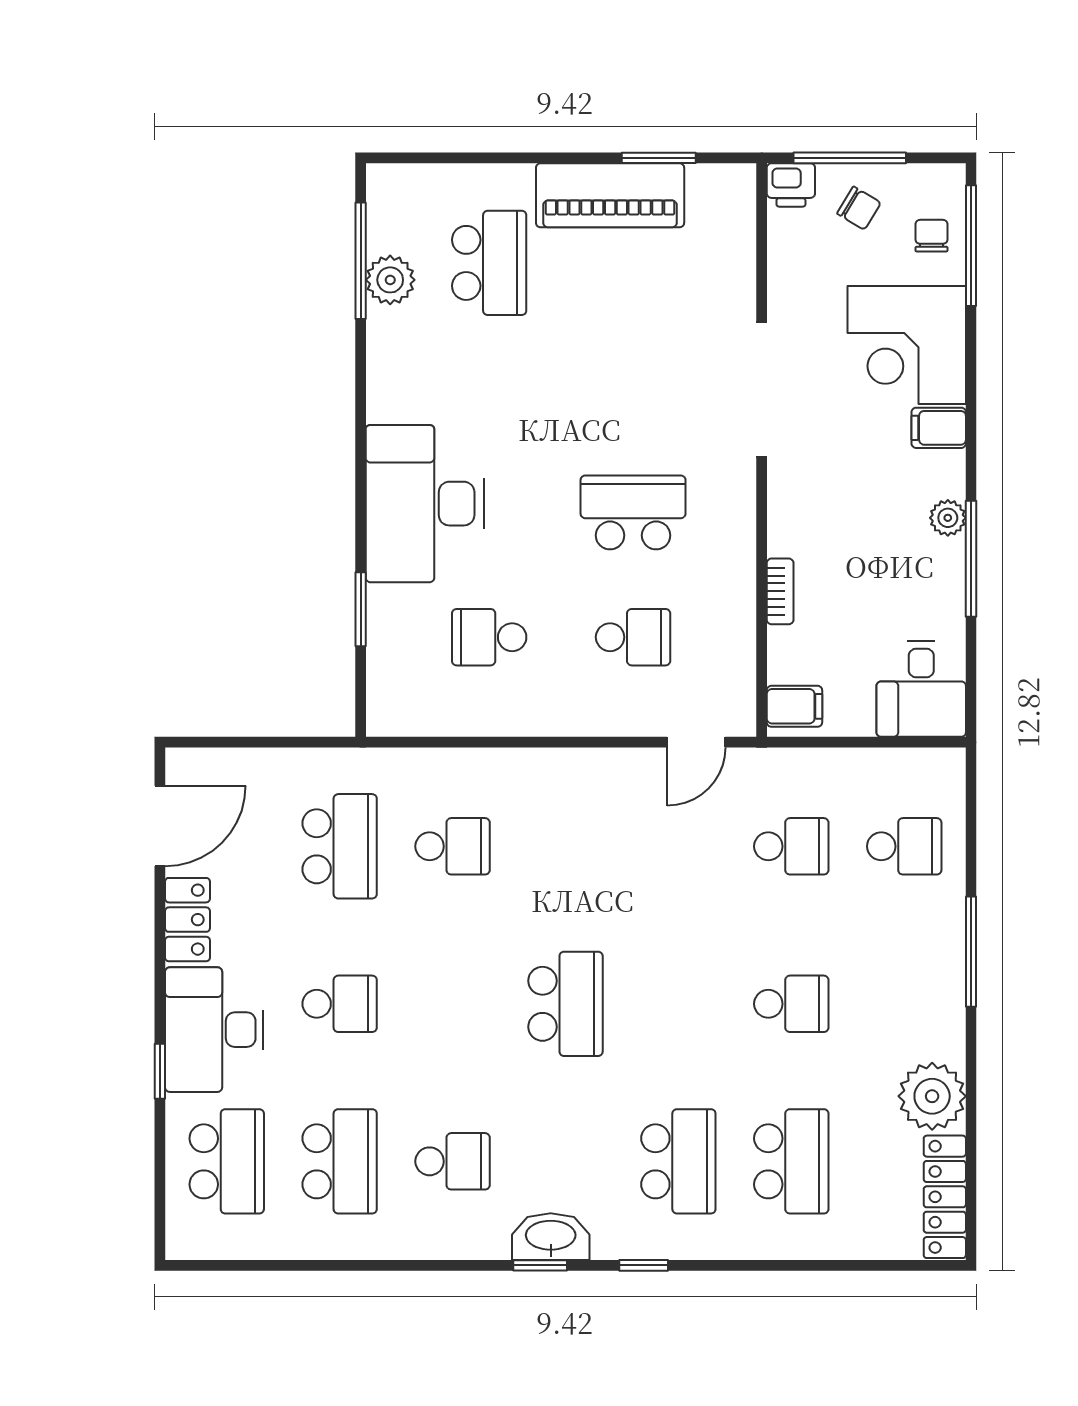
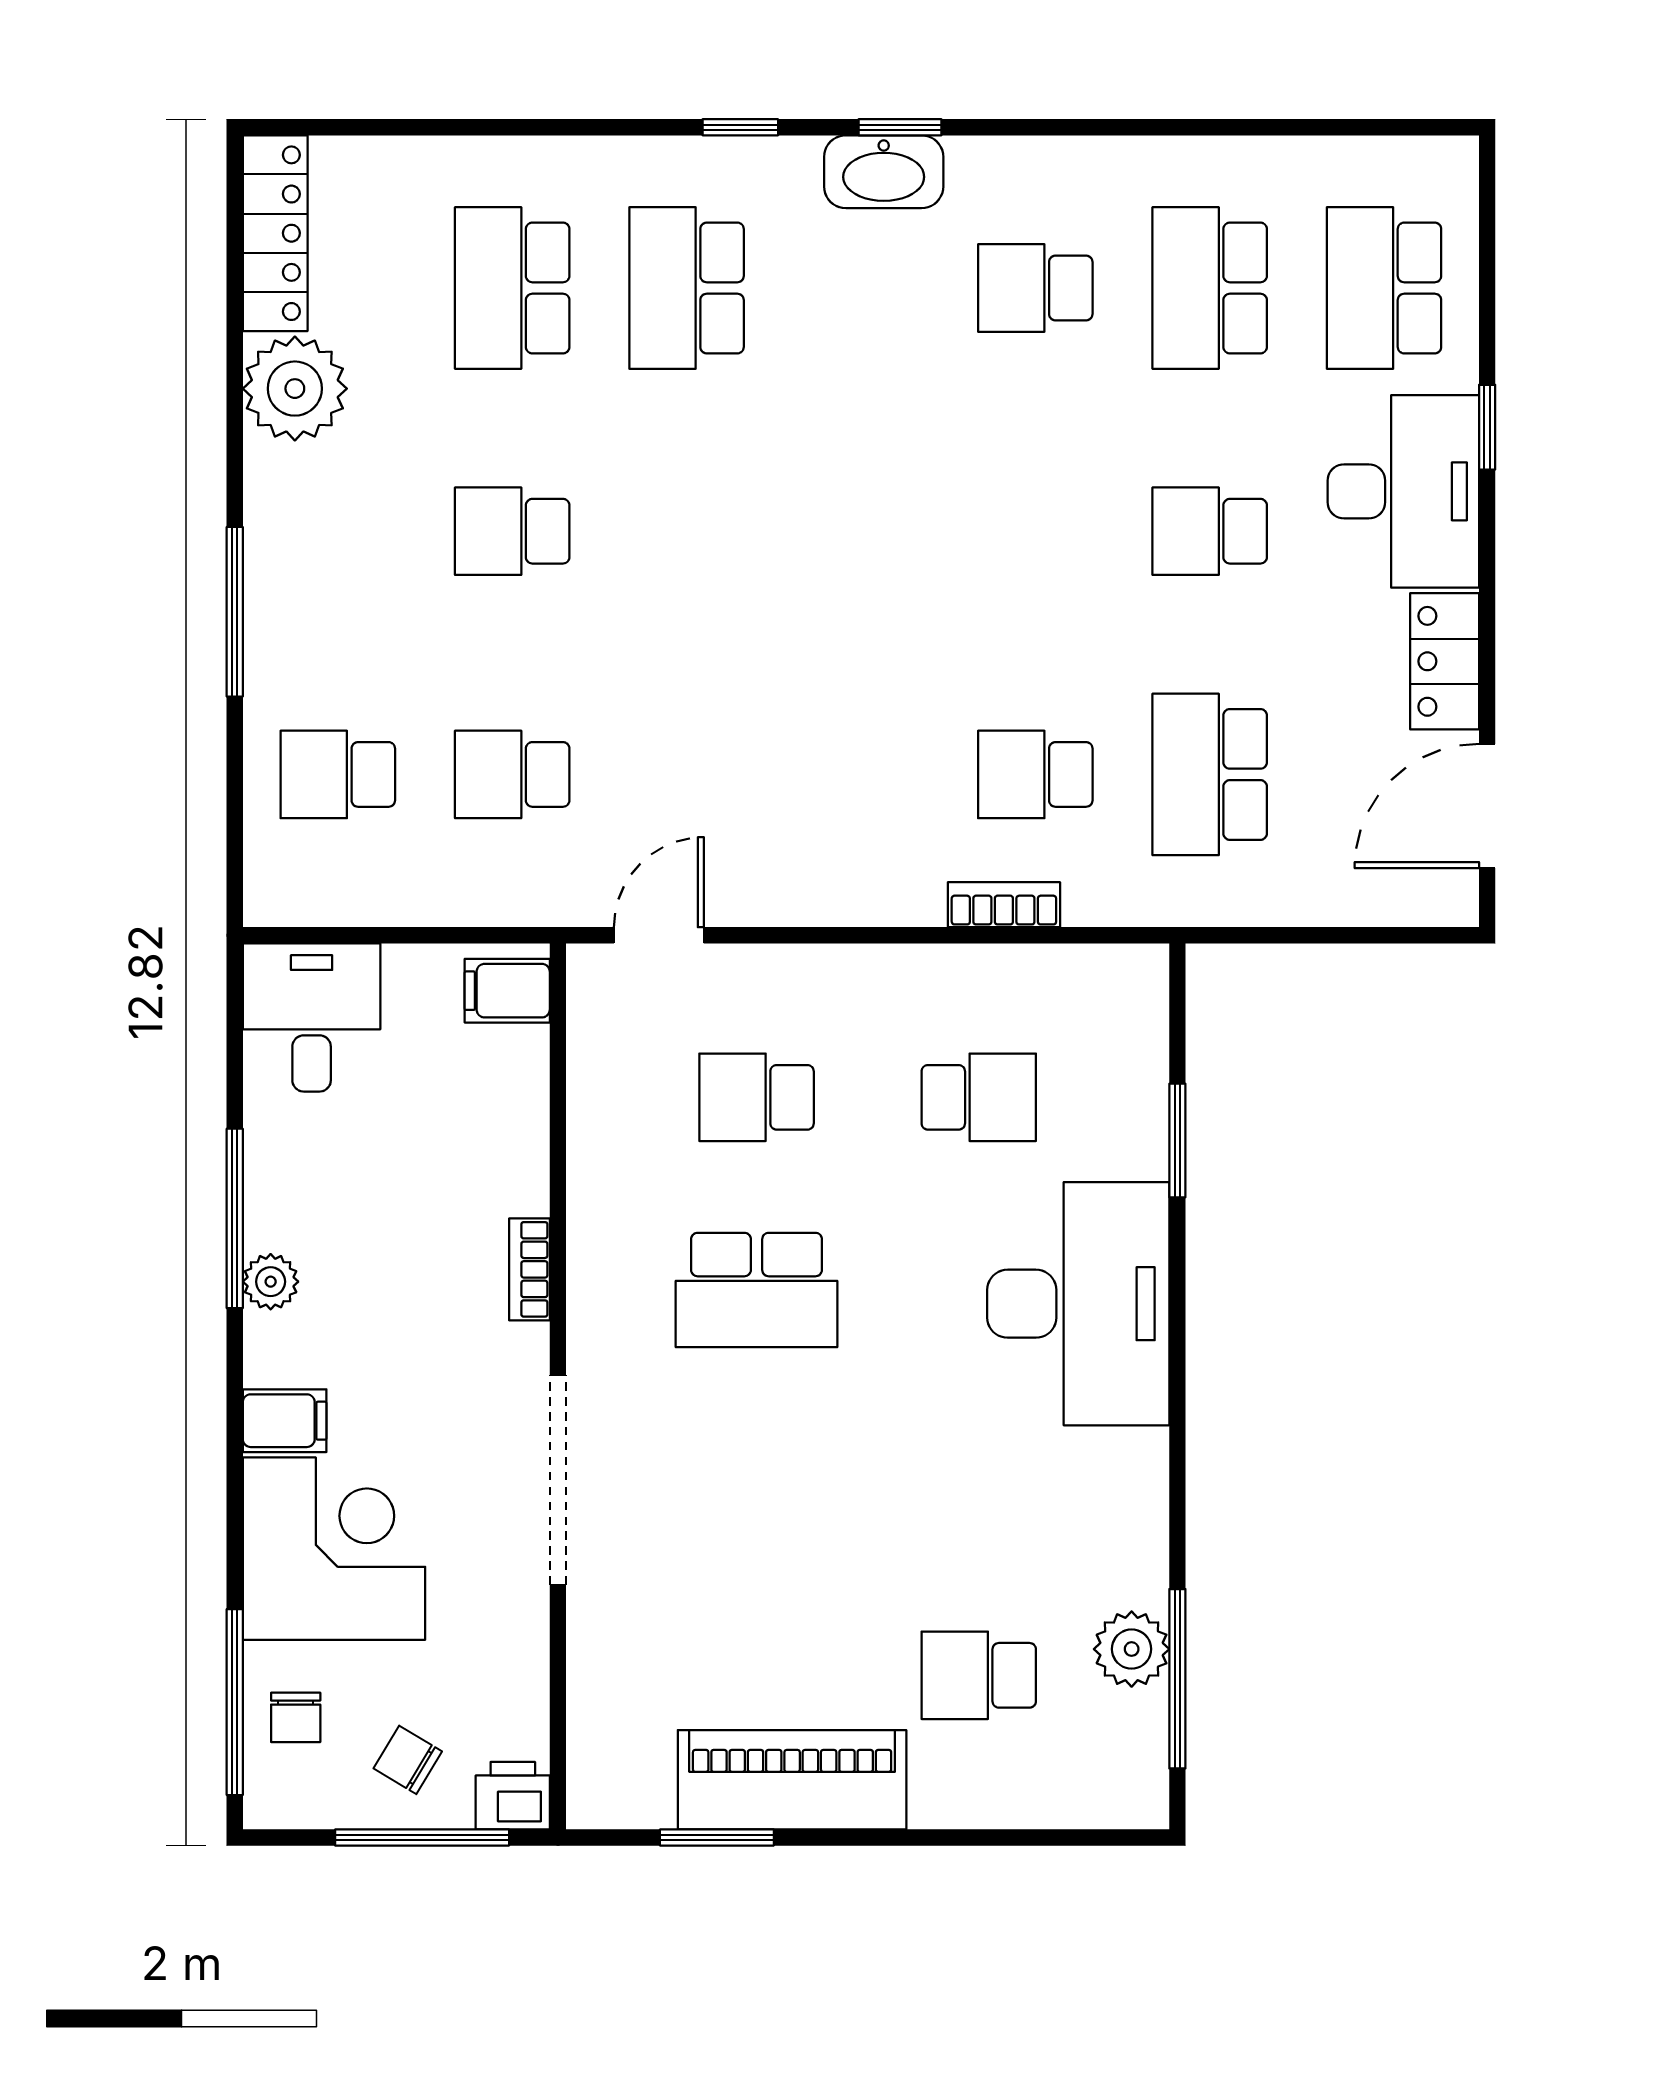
school desk: (489, 263) -> (979, 1675), width x0.54
bookcase: (780, 591) -> (529, 1269), moved
bookcase: (473, 762) -> (1004, 905), added
school desk: (565, 1004) -> (861, 531), removed

